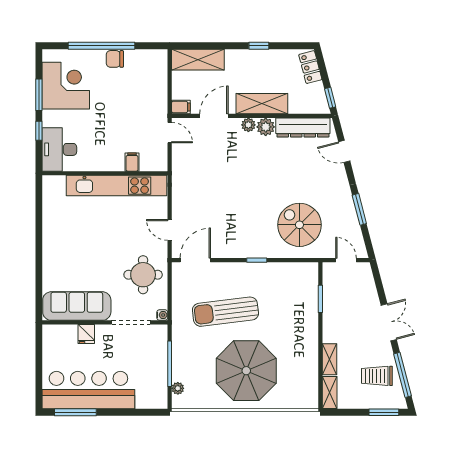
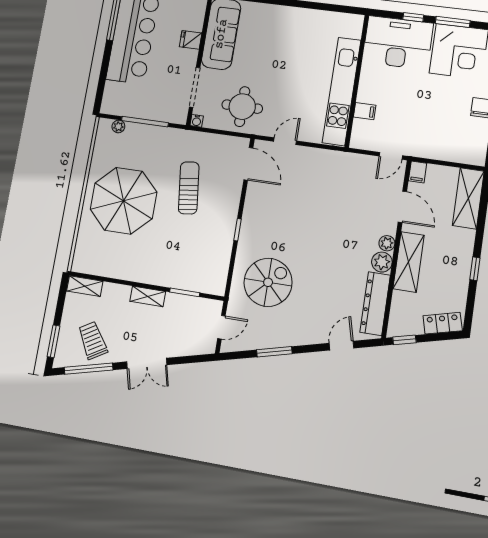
desk: (59, 149) -> (398, 43), width x1.36, depth x1.30
sun lounger: (225, 312) -> (189, 188), width x0.73, depth x0.75
shelving: (329, 359) -> (148, 296), moved
trolley: (377, 376) -> (93, 340), turned -31

